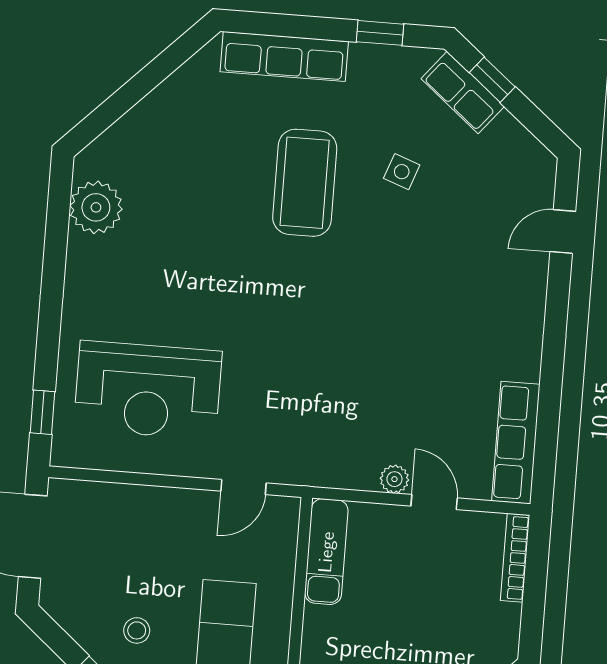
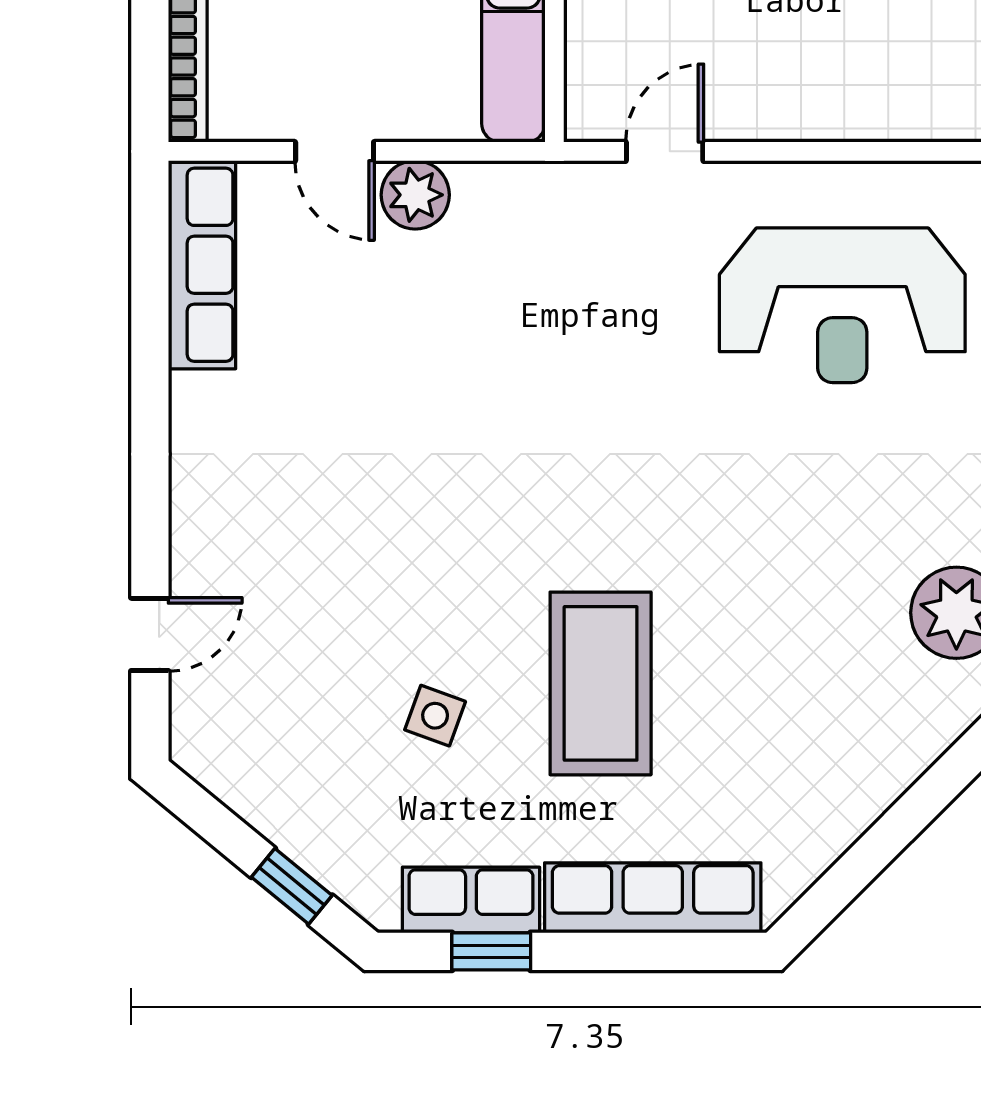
row of seats: (463, 93) -> (471, 900), moved, turned -39
reception desk: (148, 390) -> (842, 305), turned 180
plant: (394, 479) -> (415, 195), width x1.38, depth x1.38

